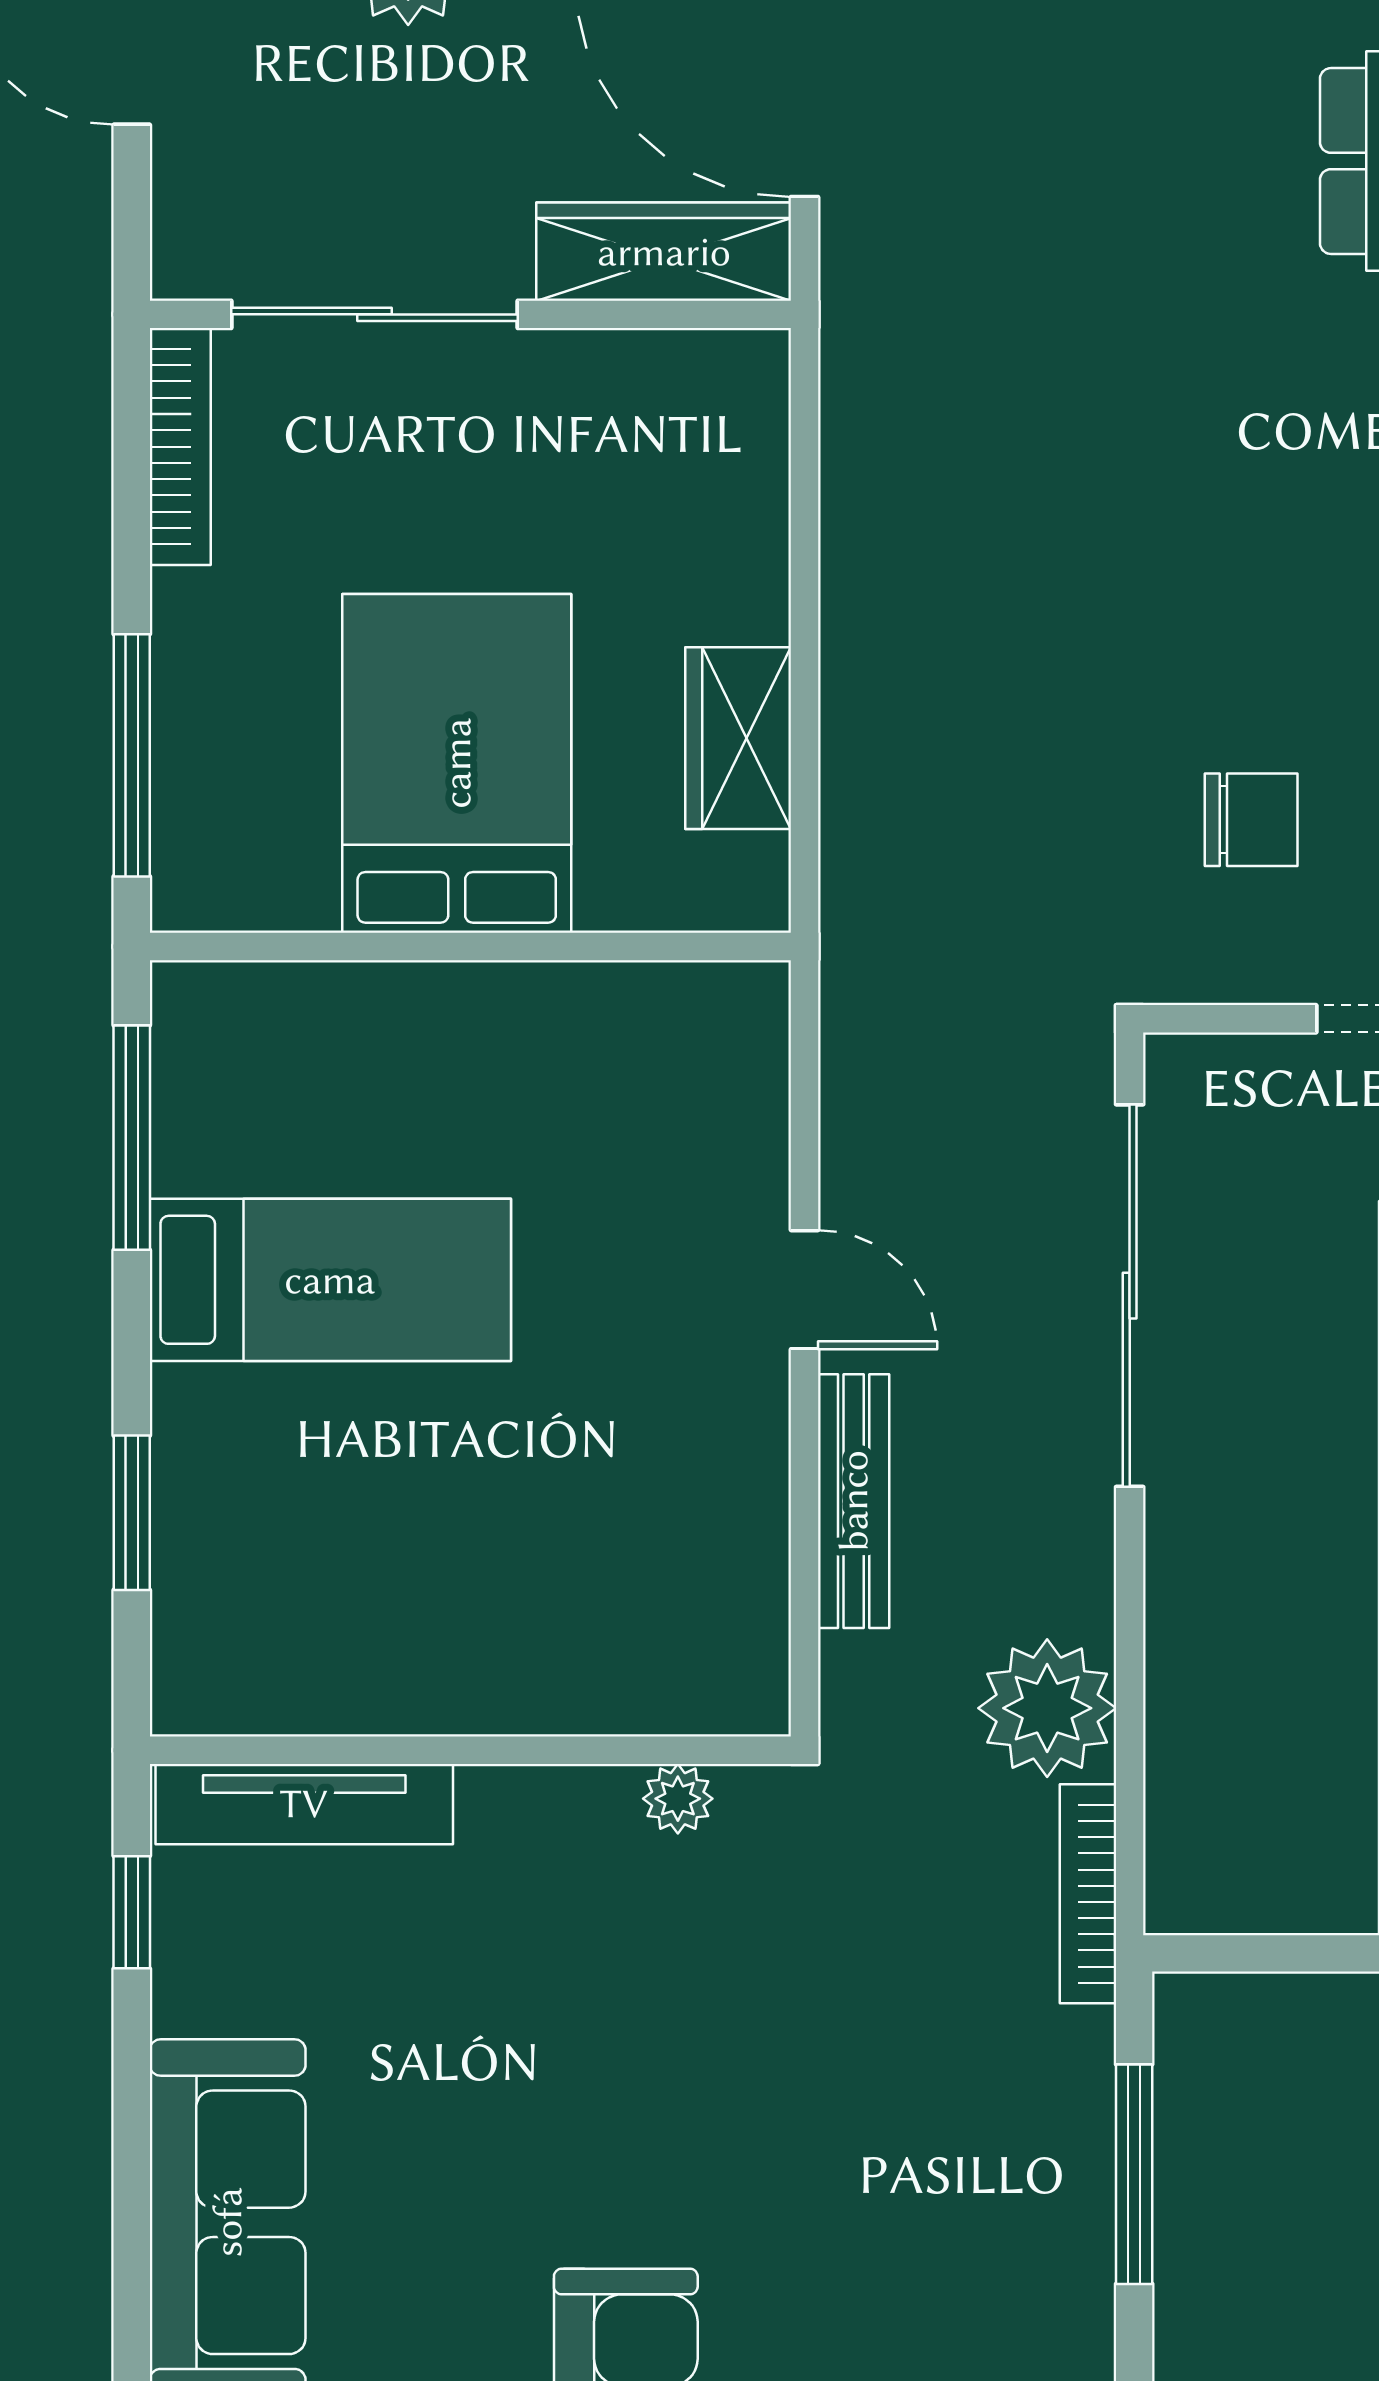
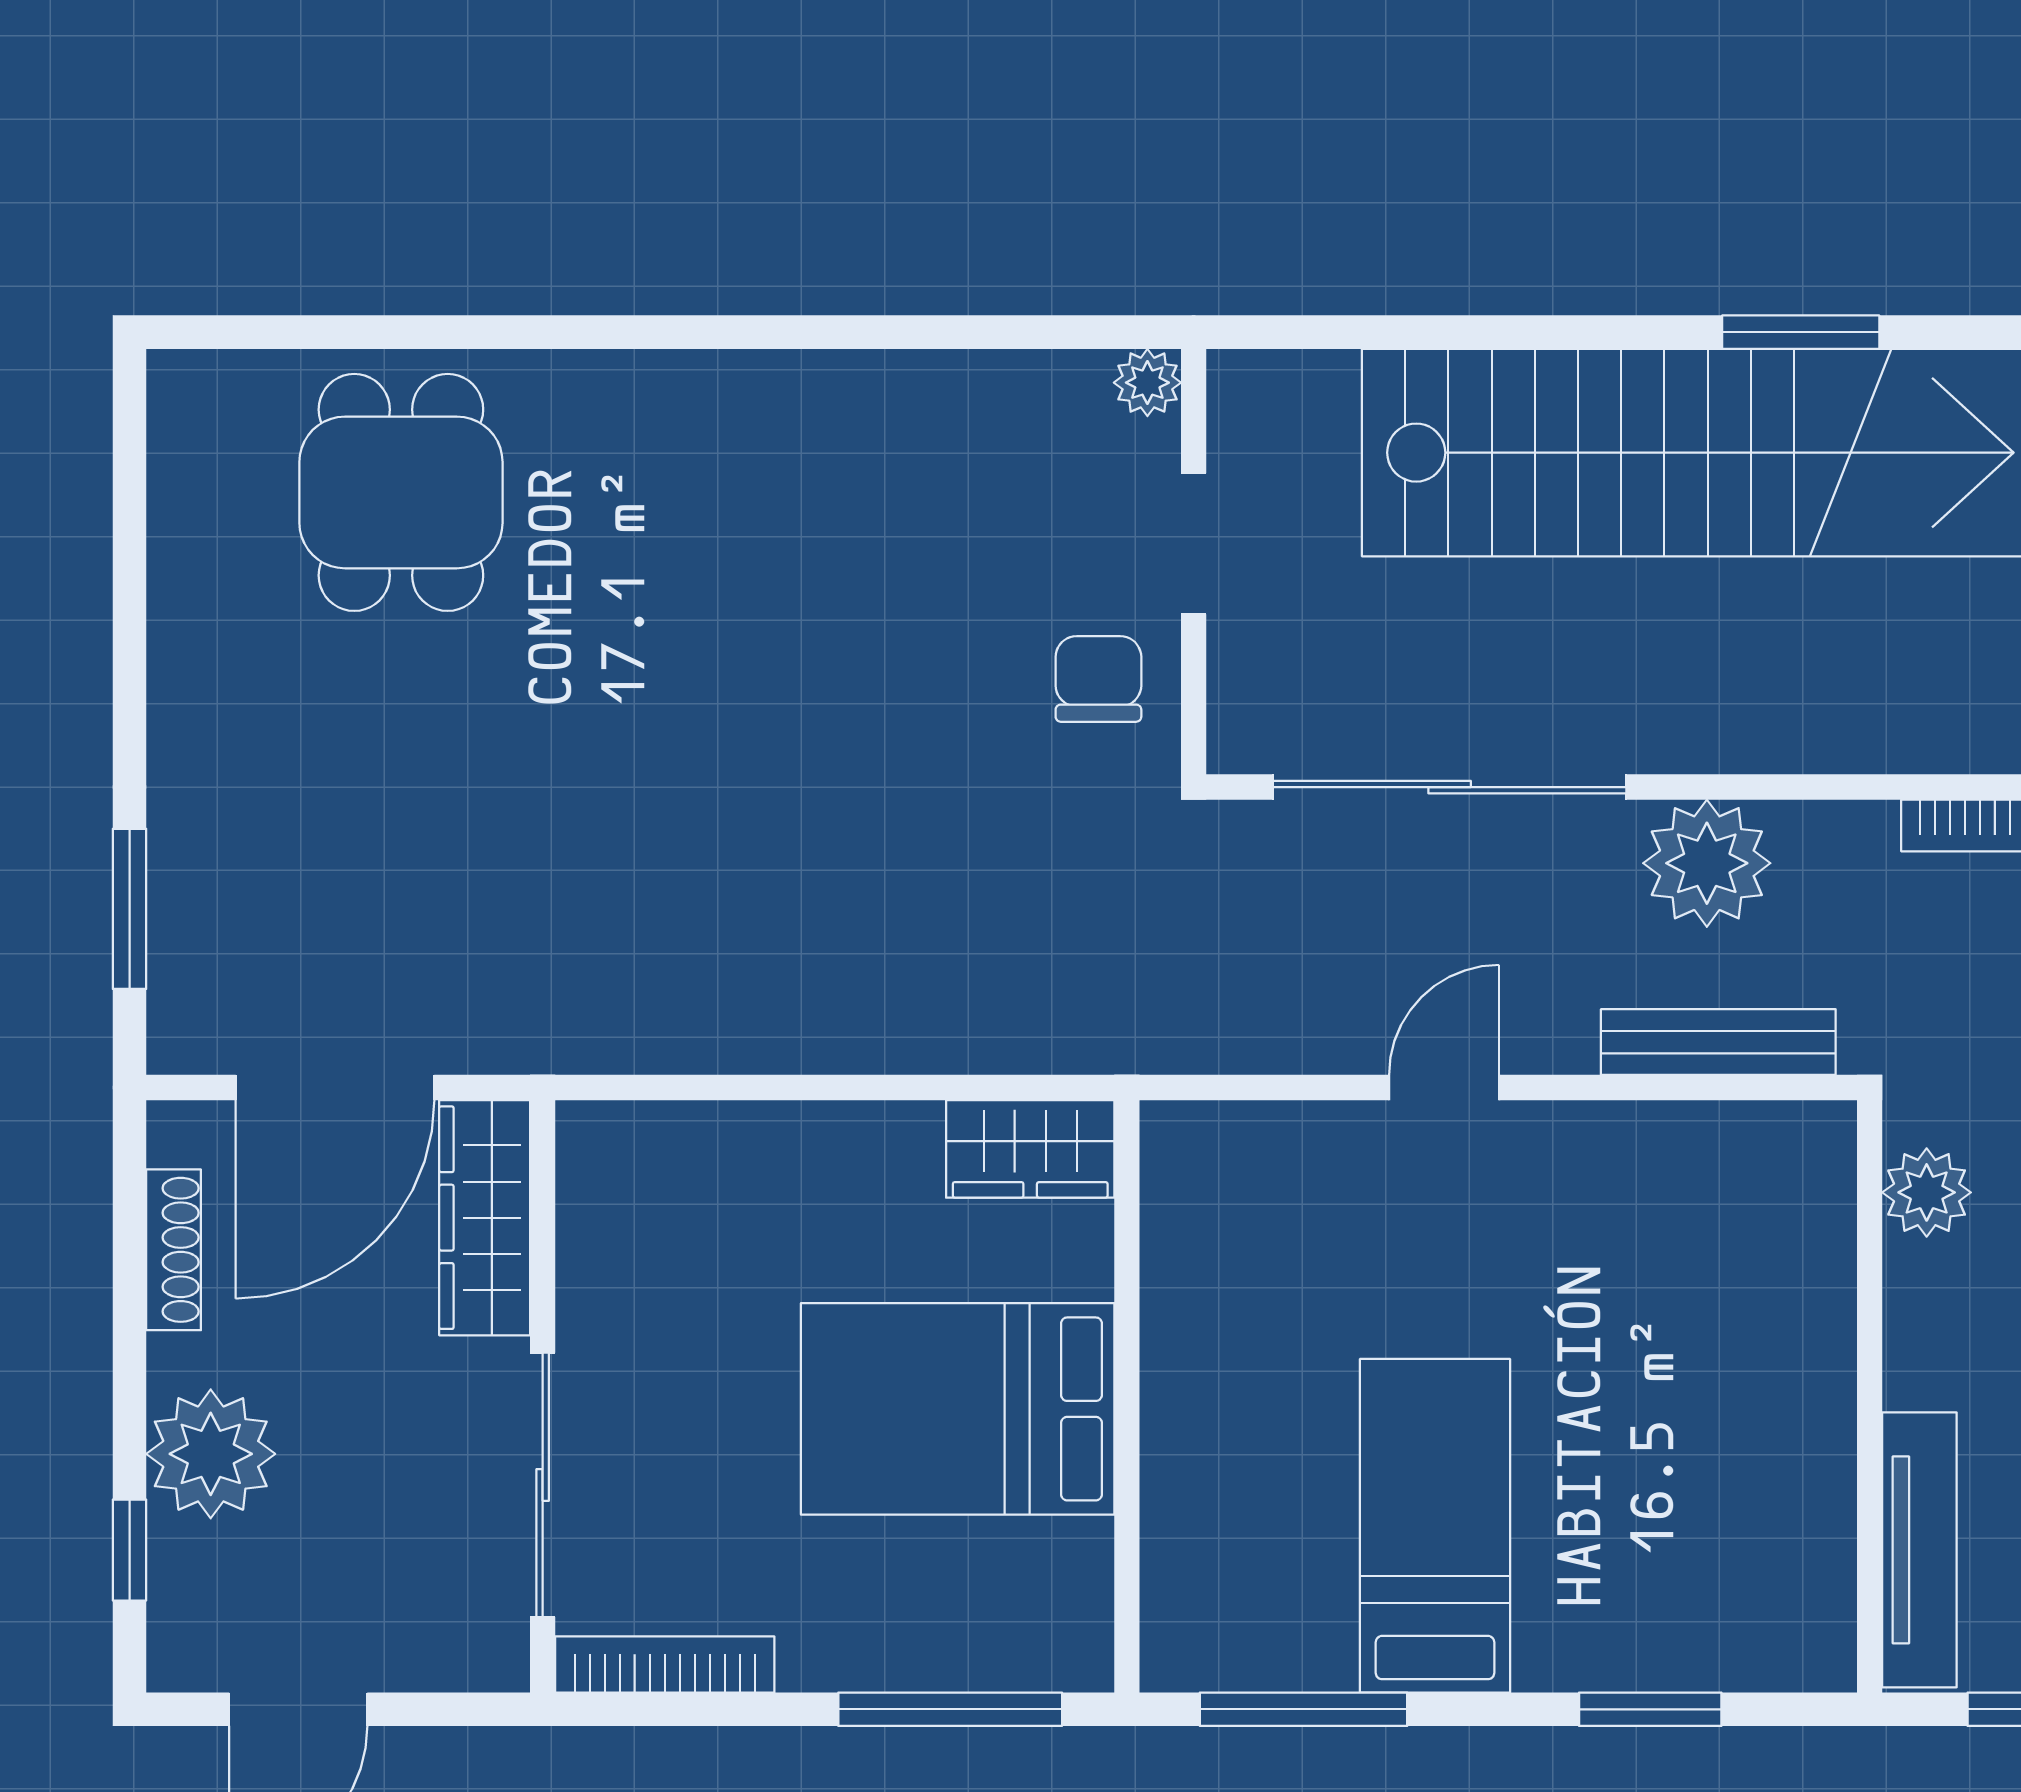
wardrobe: (738, 738) -> (1030, 1149), moved
chair: (1251, 820) -> (1098, 679), moved
bench: (854, 1501) -> (1718, 1042), moved
plant: (1047, 1708) -> (1707, 863), moved
plant: (678, 1799) -> (1927, 1192), width x1.38, depth x1.38

